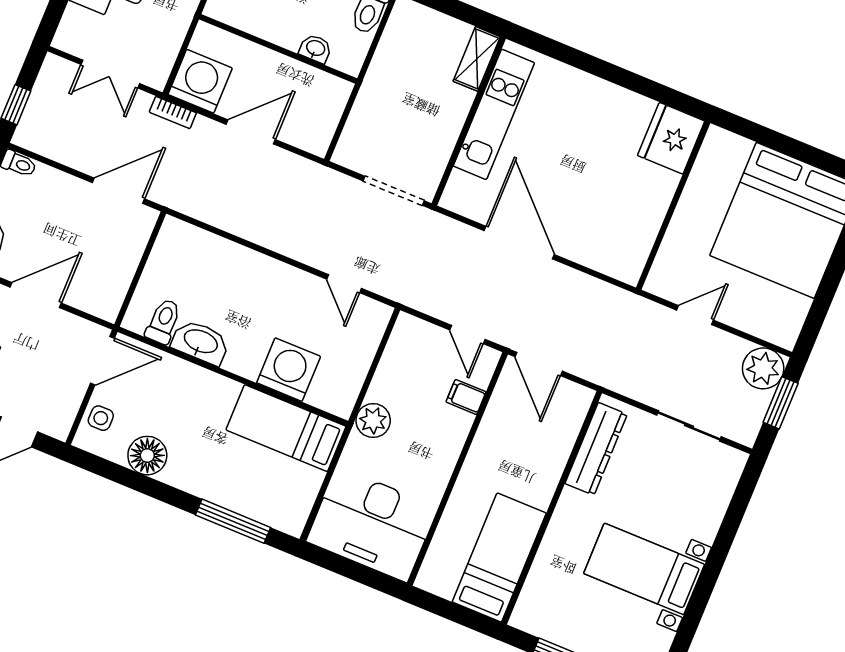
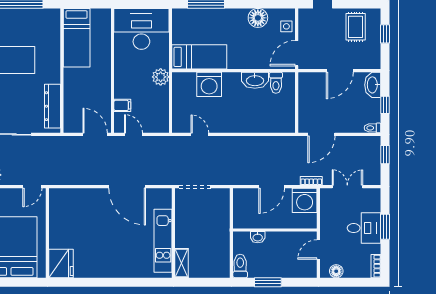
fridge: (671, 138) -> (61, 263), moved
wall: (673, 205) -> (47, 233), moved

